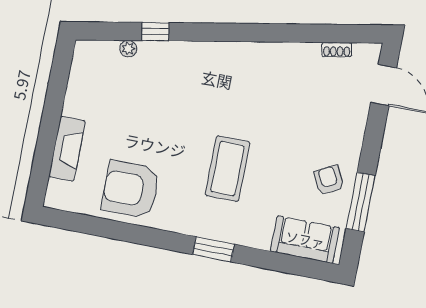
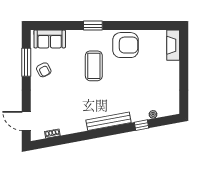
bench: (220, 52) -> (108, 121), added
fireplace: (67, 149) -> (173, 45), moved
armchair: (131, 189) -> (126, 45), moved

